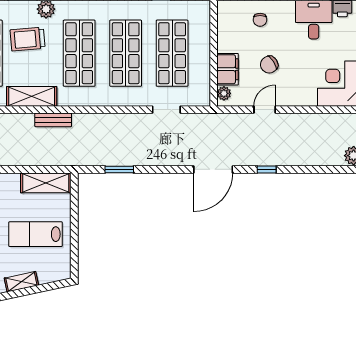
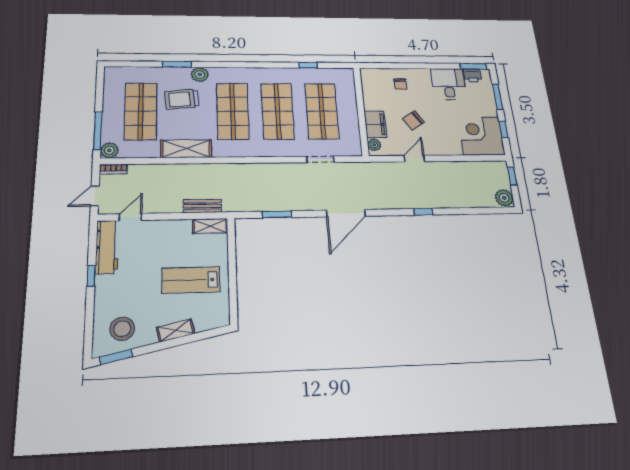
bench: (53, 120) -> (202, 206), moved
door: (213, 169) -> (346, 213), moved
shelving: (46, 183) -> (210, 226), width x0.67, depth x0.75

